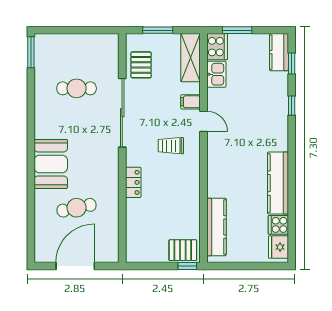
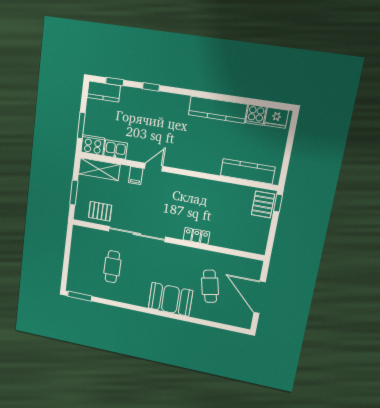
trolley: (171, 146) -> (170, 199), removed

